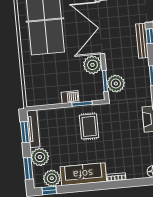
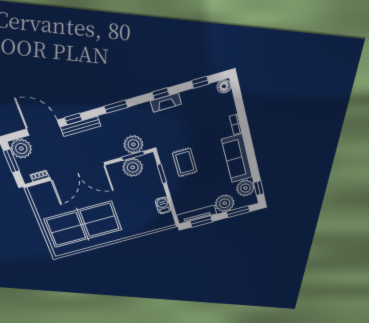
plant: (92, 65) -> (133, 167), moved
barbecue: (70, 97) -> (163, 205), moved
rug: (89, 126) -> (185, 162), turned 90

